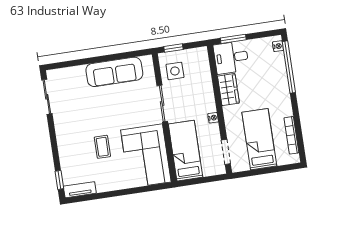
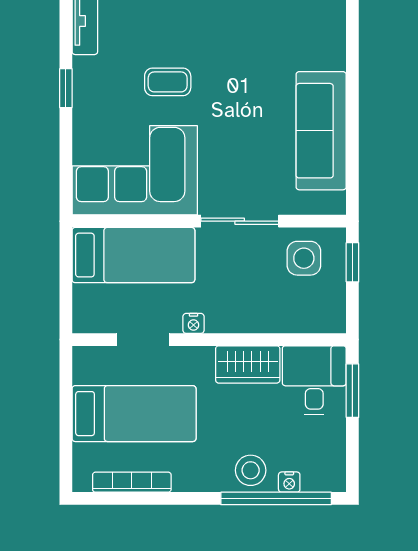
nightstand: (278, 46) -> (289, 482), moved
stool: (278, 81) -> (251, 470), added
doorway: (226, 152) -> (143, 340), moved
window: (112, 194) -> (66, 88), added

